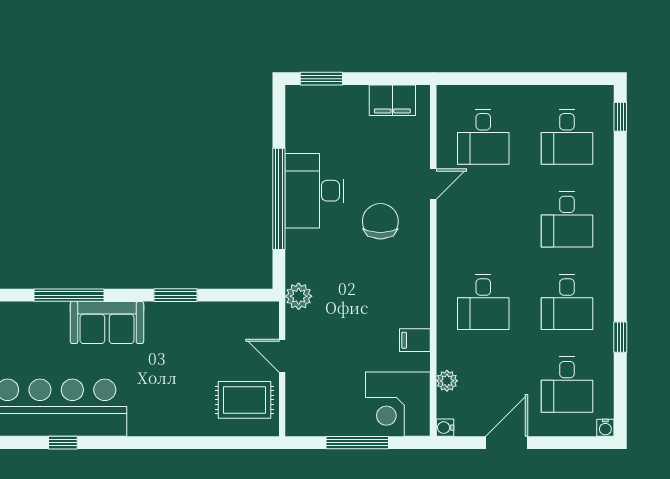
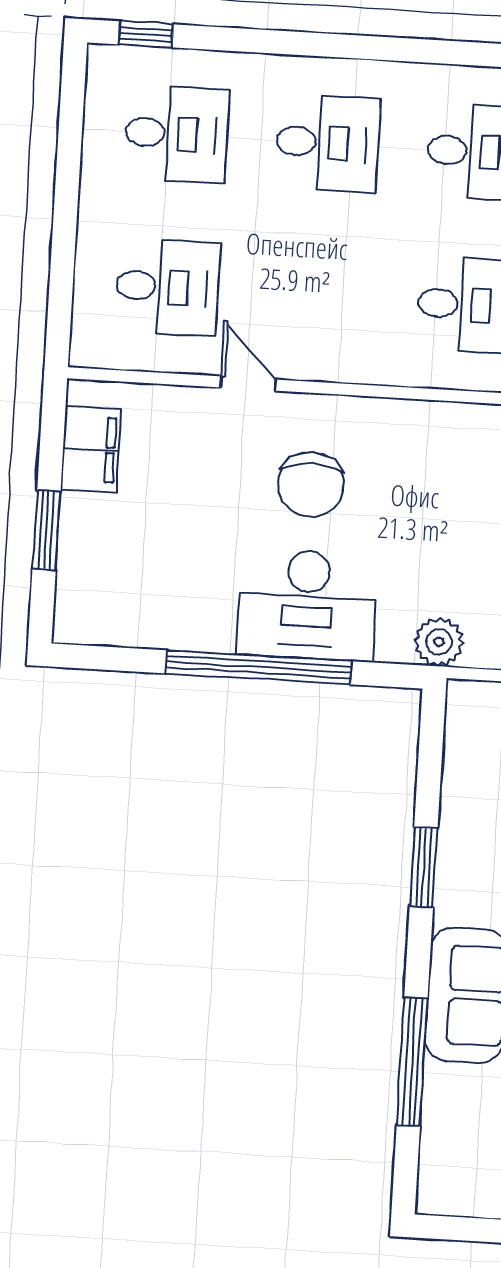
window: (321, 79) -> (46, 530), moved
desk: (315, 191) -> (307, 605), moved
chair: (380, 221) -> (311, 484), turned -90

